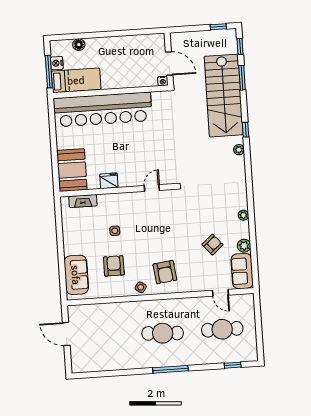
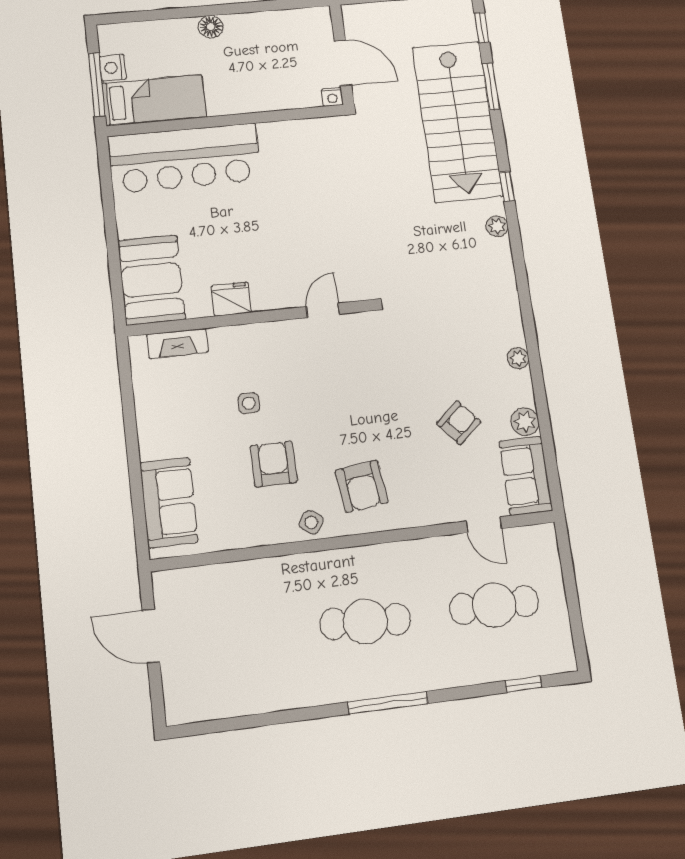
floor lamp: (79, 45) -> (211, 27), moved
bar counter: (103, 109) -> (185, 158), width x0.73
armchair: (114, 266) -> (274, 464), moved

